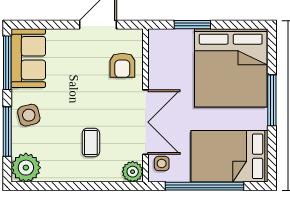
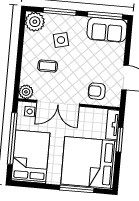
tv unit: (171, 37) -> (113, 125), added
window: (272, 100) -> (77, 189), moved
side table: (29, 115) -> (61, 40), moved

